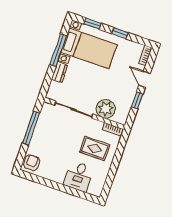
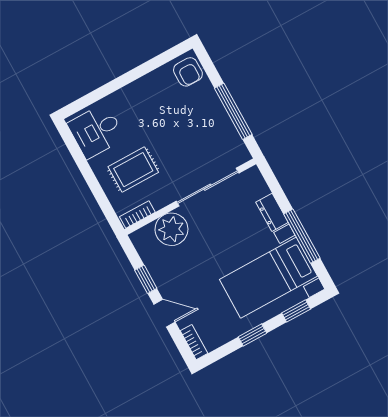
desk: (79, 176) -> (96, 131), moved, turned -90

